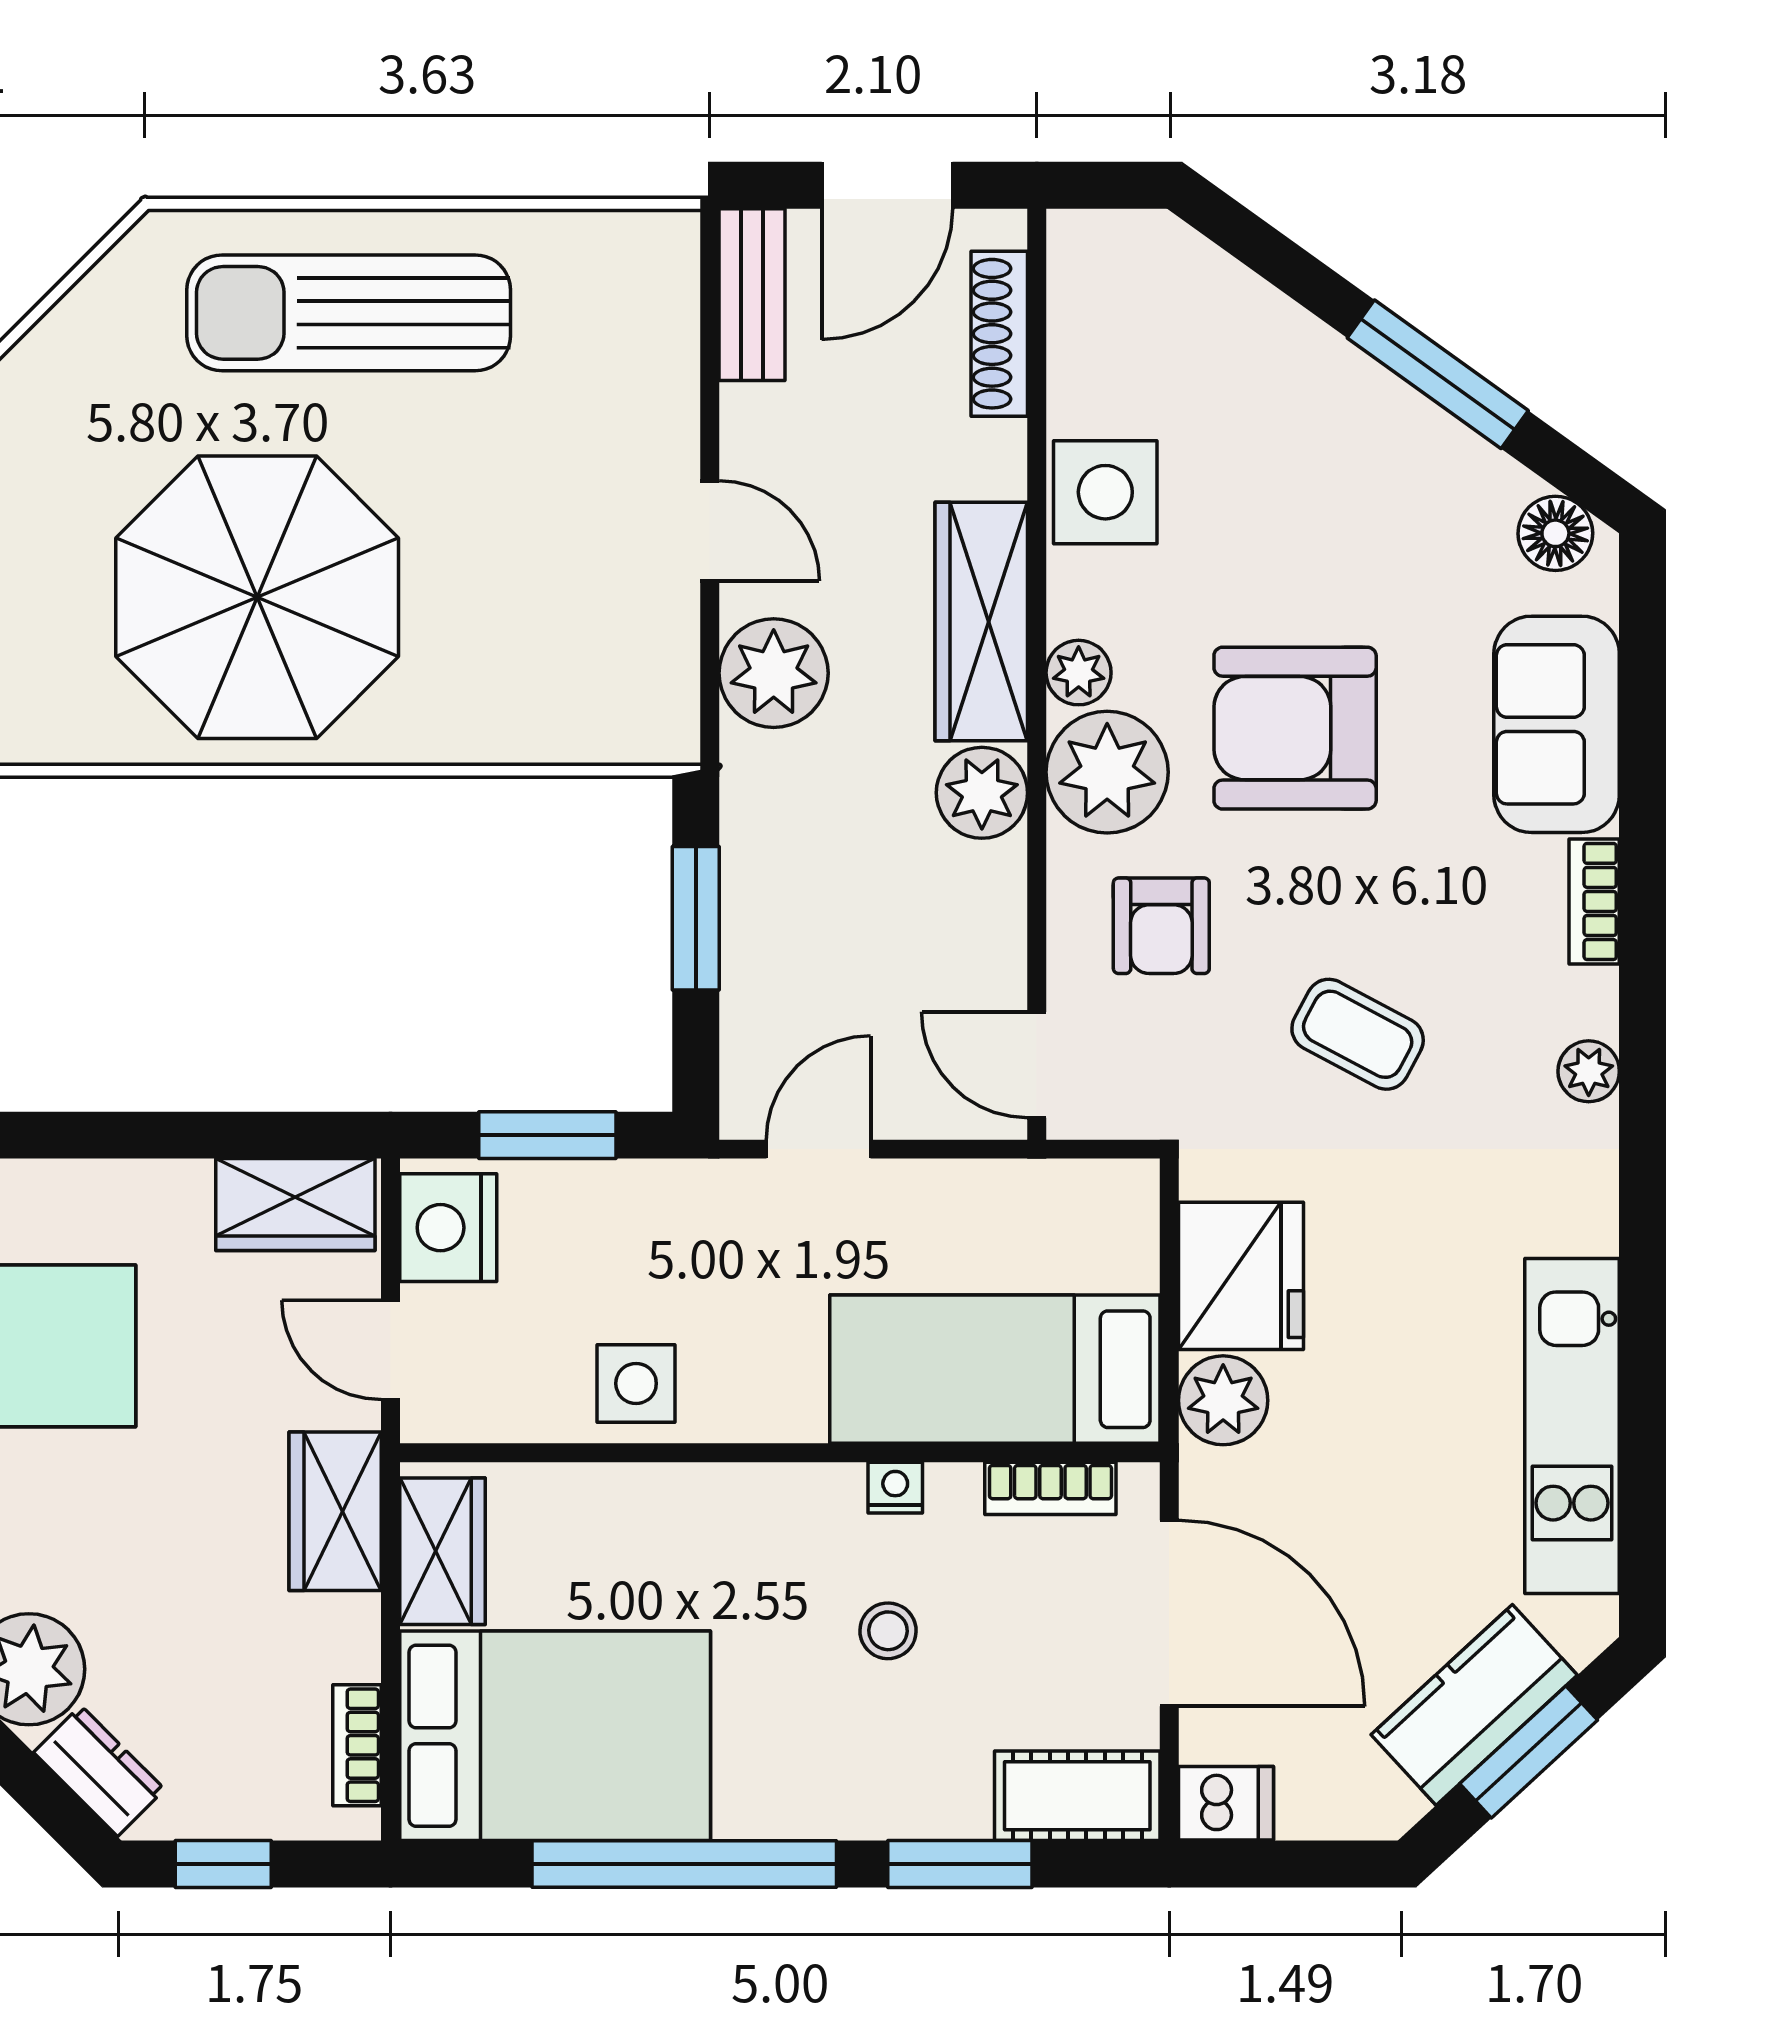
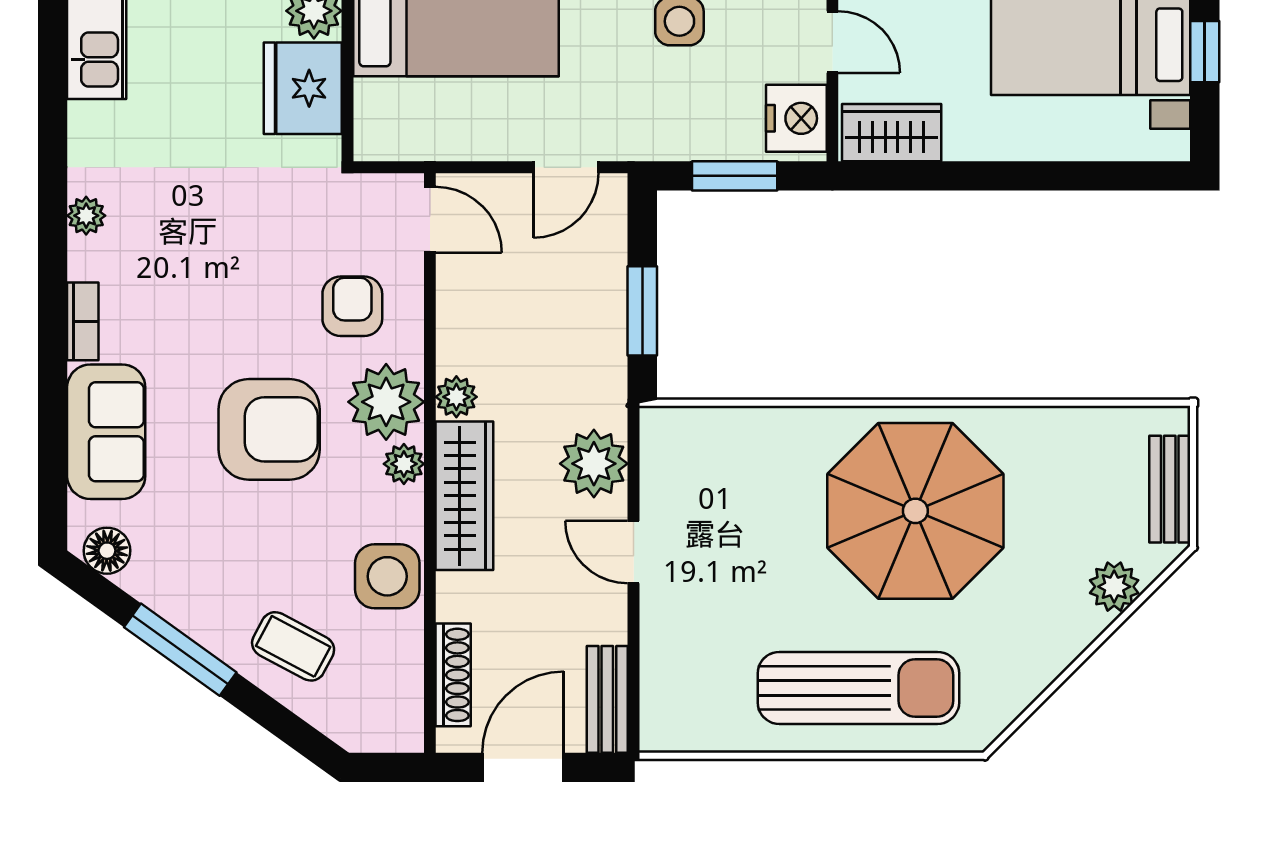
plant: (982, 793) -> (456, 397), width x0.73, depth x0.73
coffee table: (1358, 1034) -> (293, 646), moved

